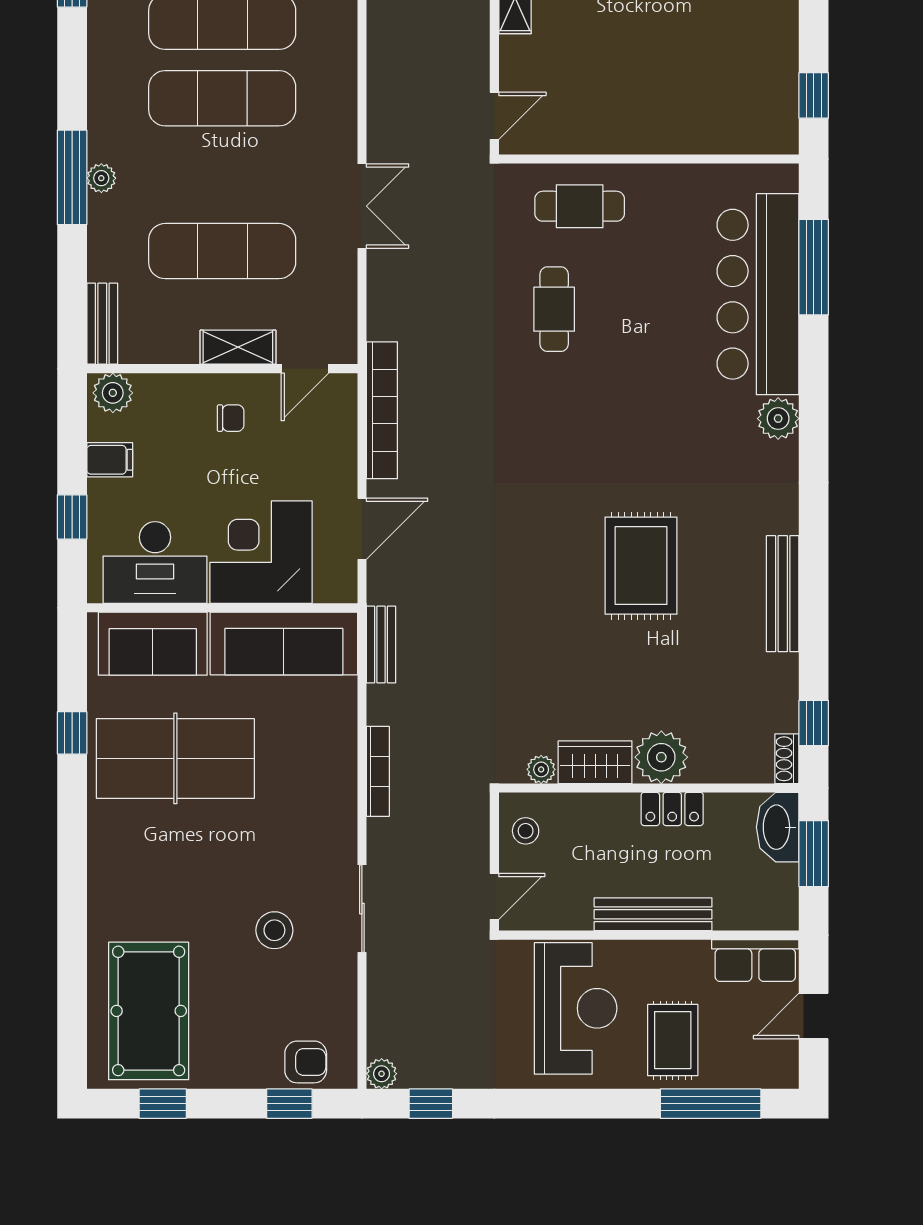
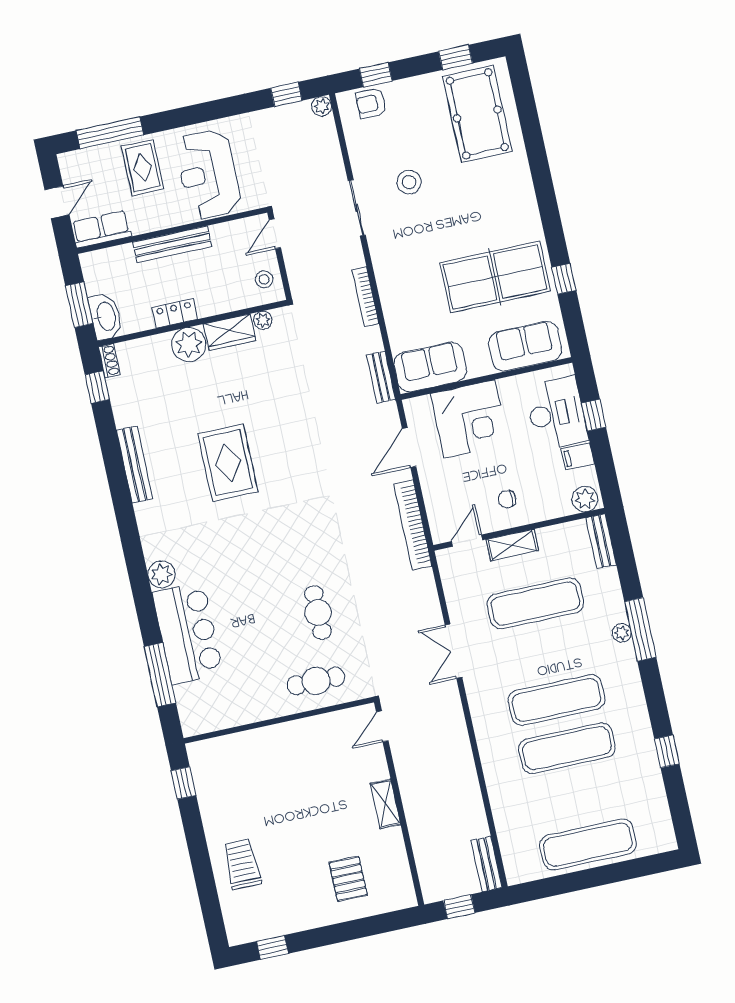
bar counter: (758, 294) -> (188, 633), width x0.73
desk: (155, 563) -> (556, 413), moved, turned 90
sofa: (284, 643) -> (430, 367), width x0.73

